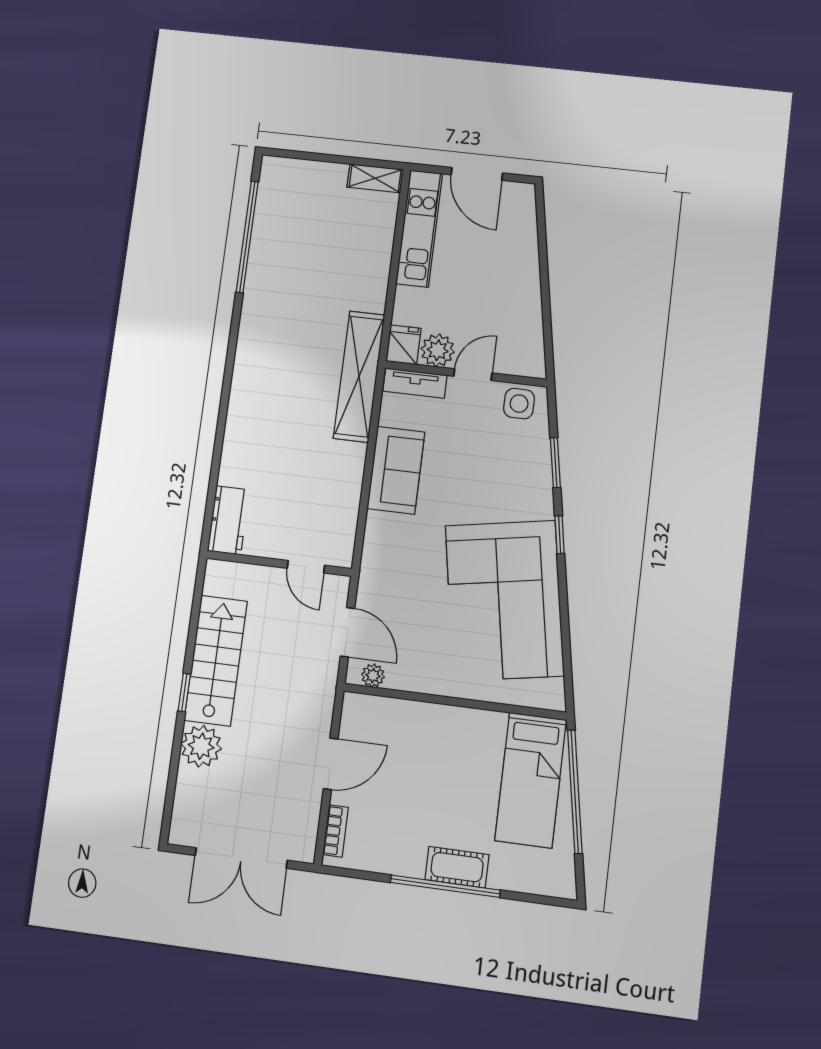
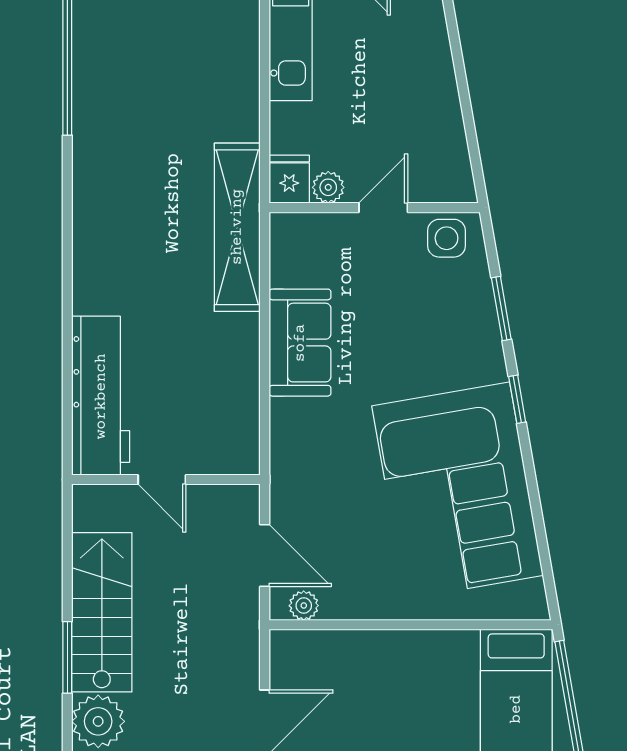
plant: (438, 350) -> (328, 187), width x0.73, depth x0.73
tv unit: (415, 383) -> (310, 227), removed
workbench: (228, 520) -> (101, 396), width x1.88, depth x1.32
door: (306, 567) -> (162, 480), moved
window: (184, 693) -> (67, 657), width x1.50

